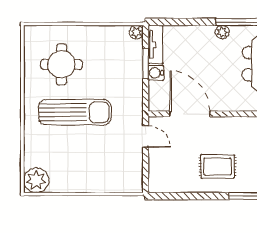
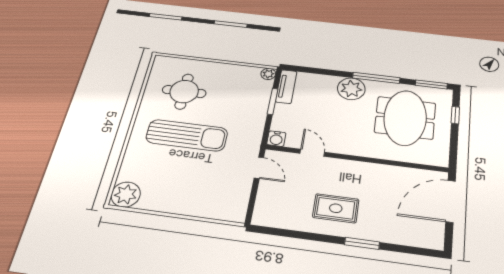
plant: (222, 32) -> (351, 89), width x1.87, depth x1.87
water cooler: (156, 73) -> (276, 139), moved, turned -90
door: (190, 114) -> (312, 153), width x0.53

